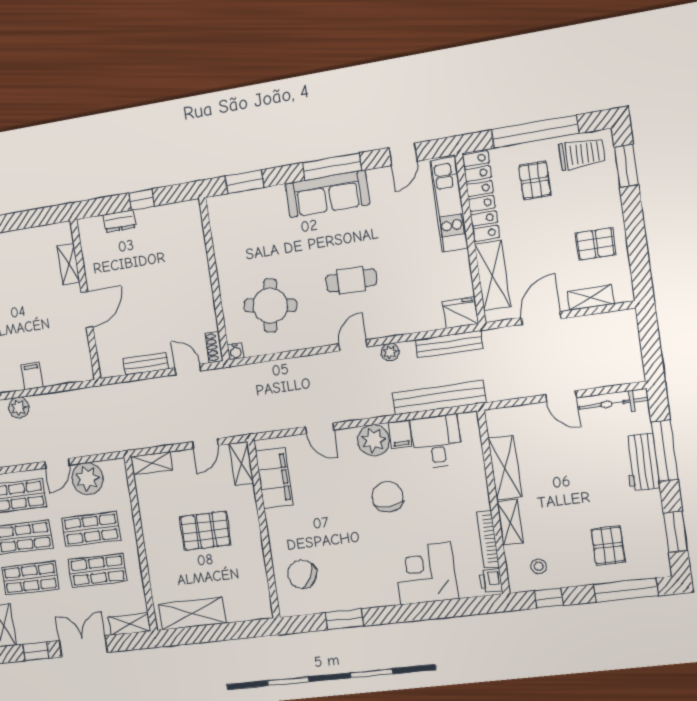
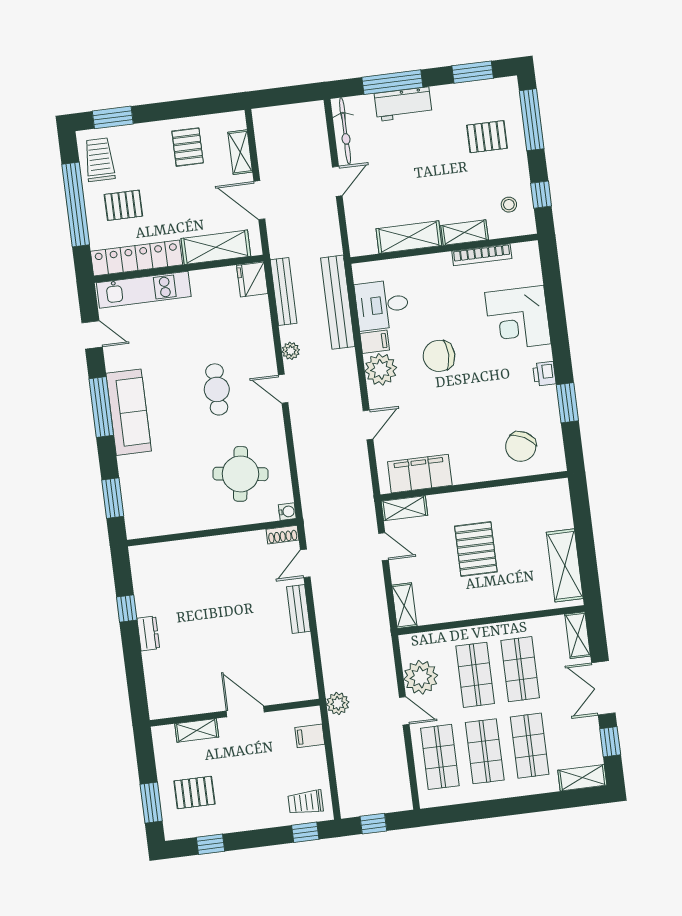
shelving: (69, 264) -> (197, 730), moved
wall: (86, 300) -> (235, 713), moved
door: (87, 310) -> (245, 711), moved
plant: (19, 408) -> (338, 703), moved
printer: (491, 581) -> (544, 374), moved, turned 90

